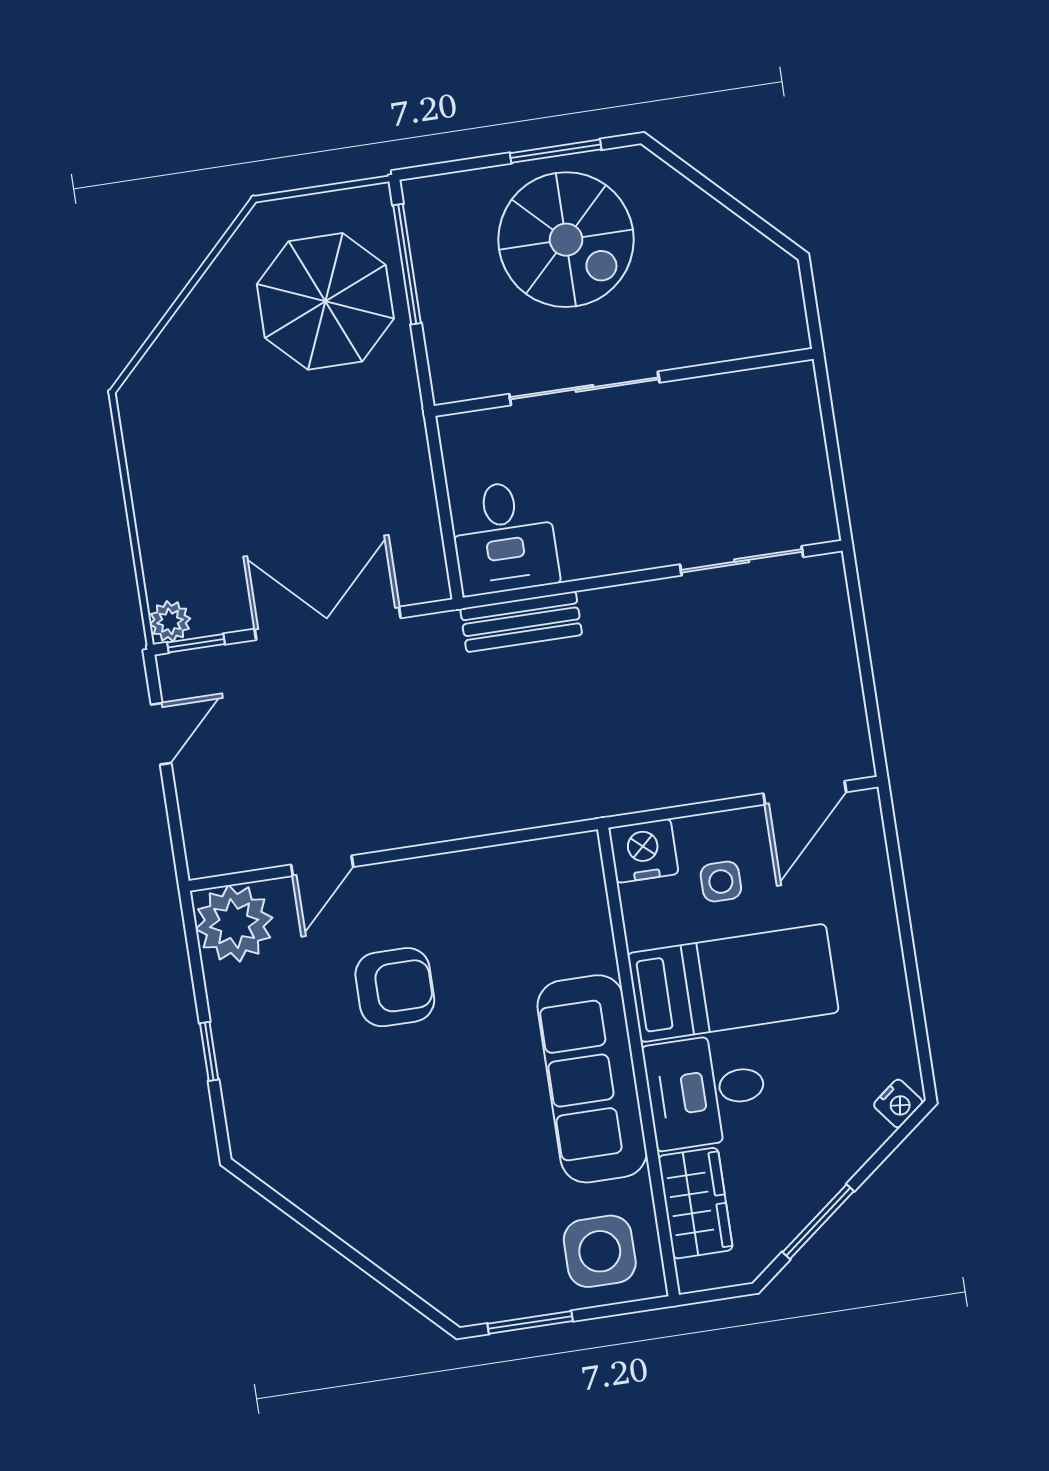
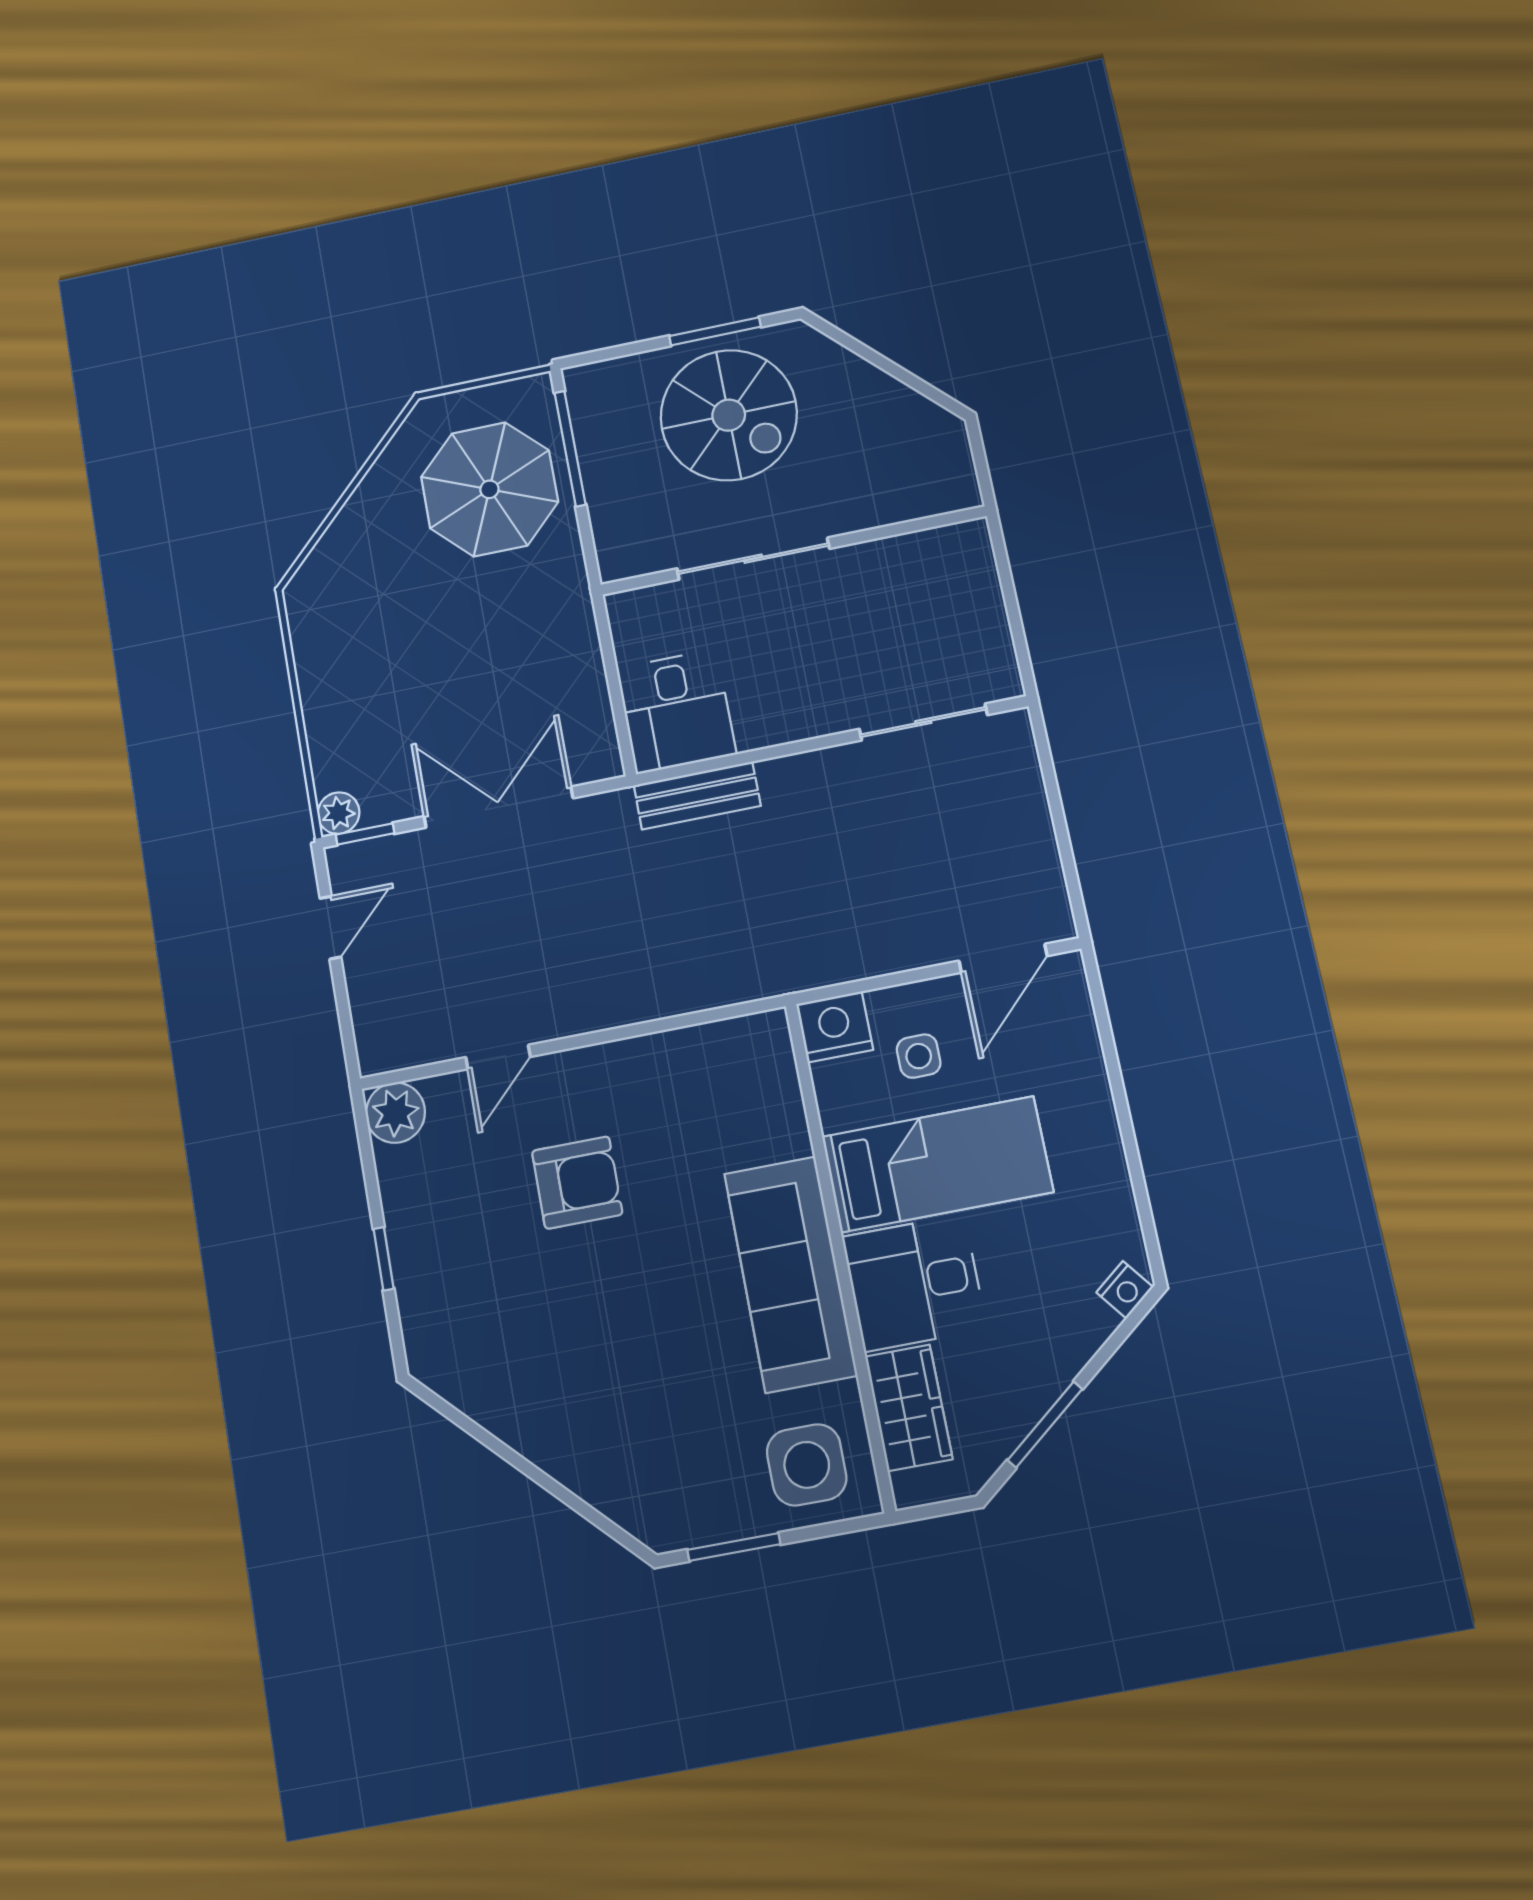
plant: (234, 923) -> (395, 1113), width x0.73, depth x0.73

